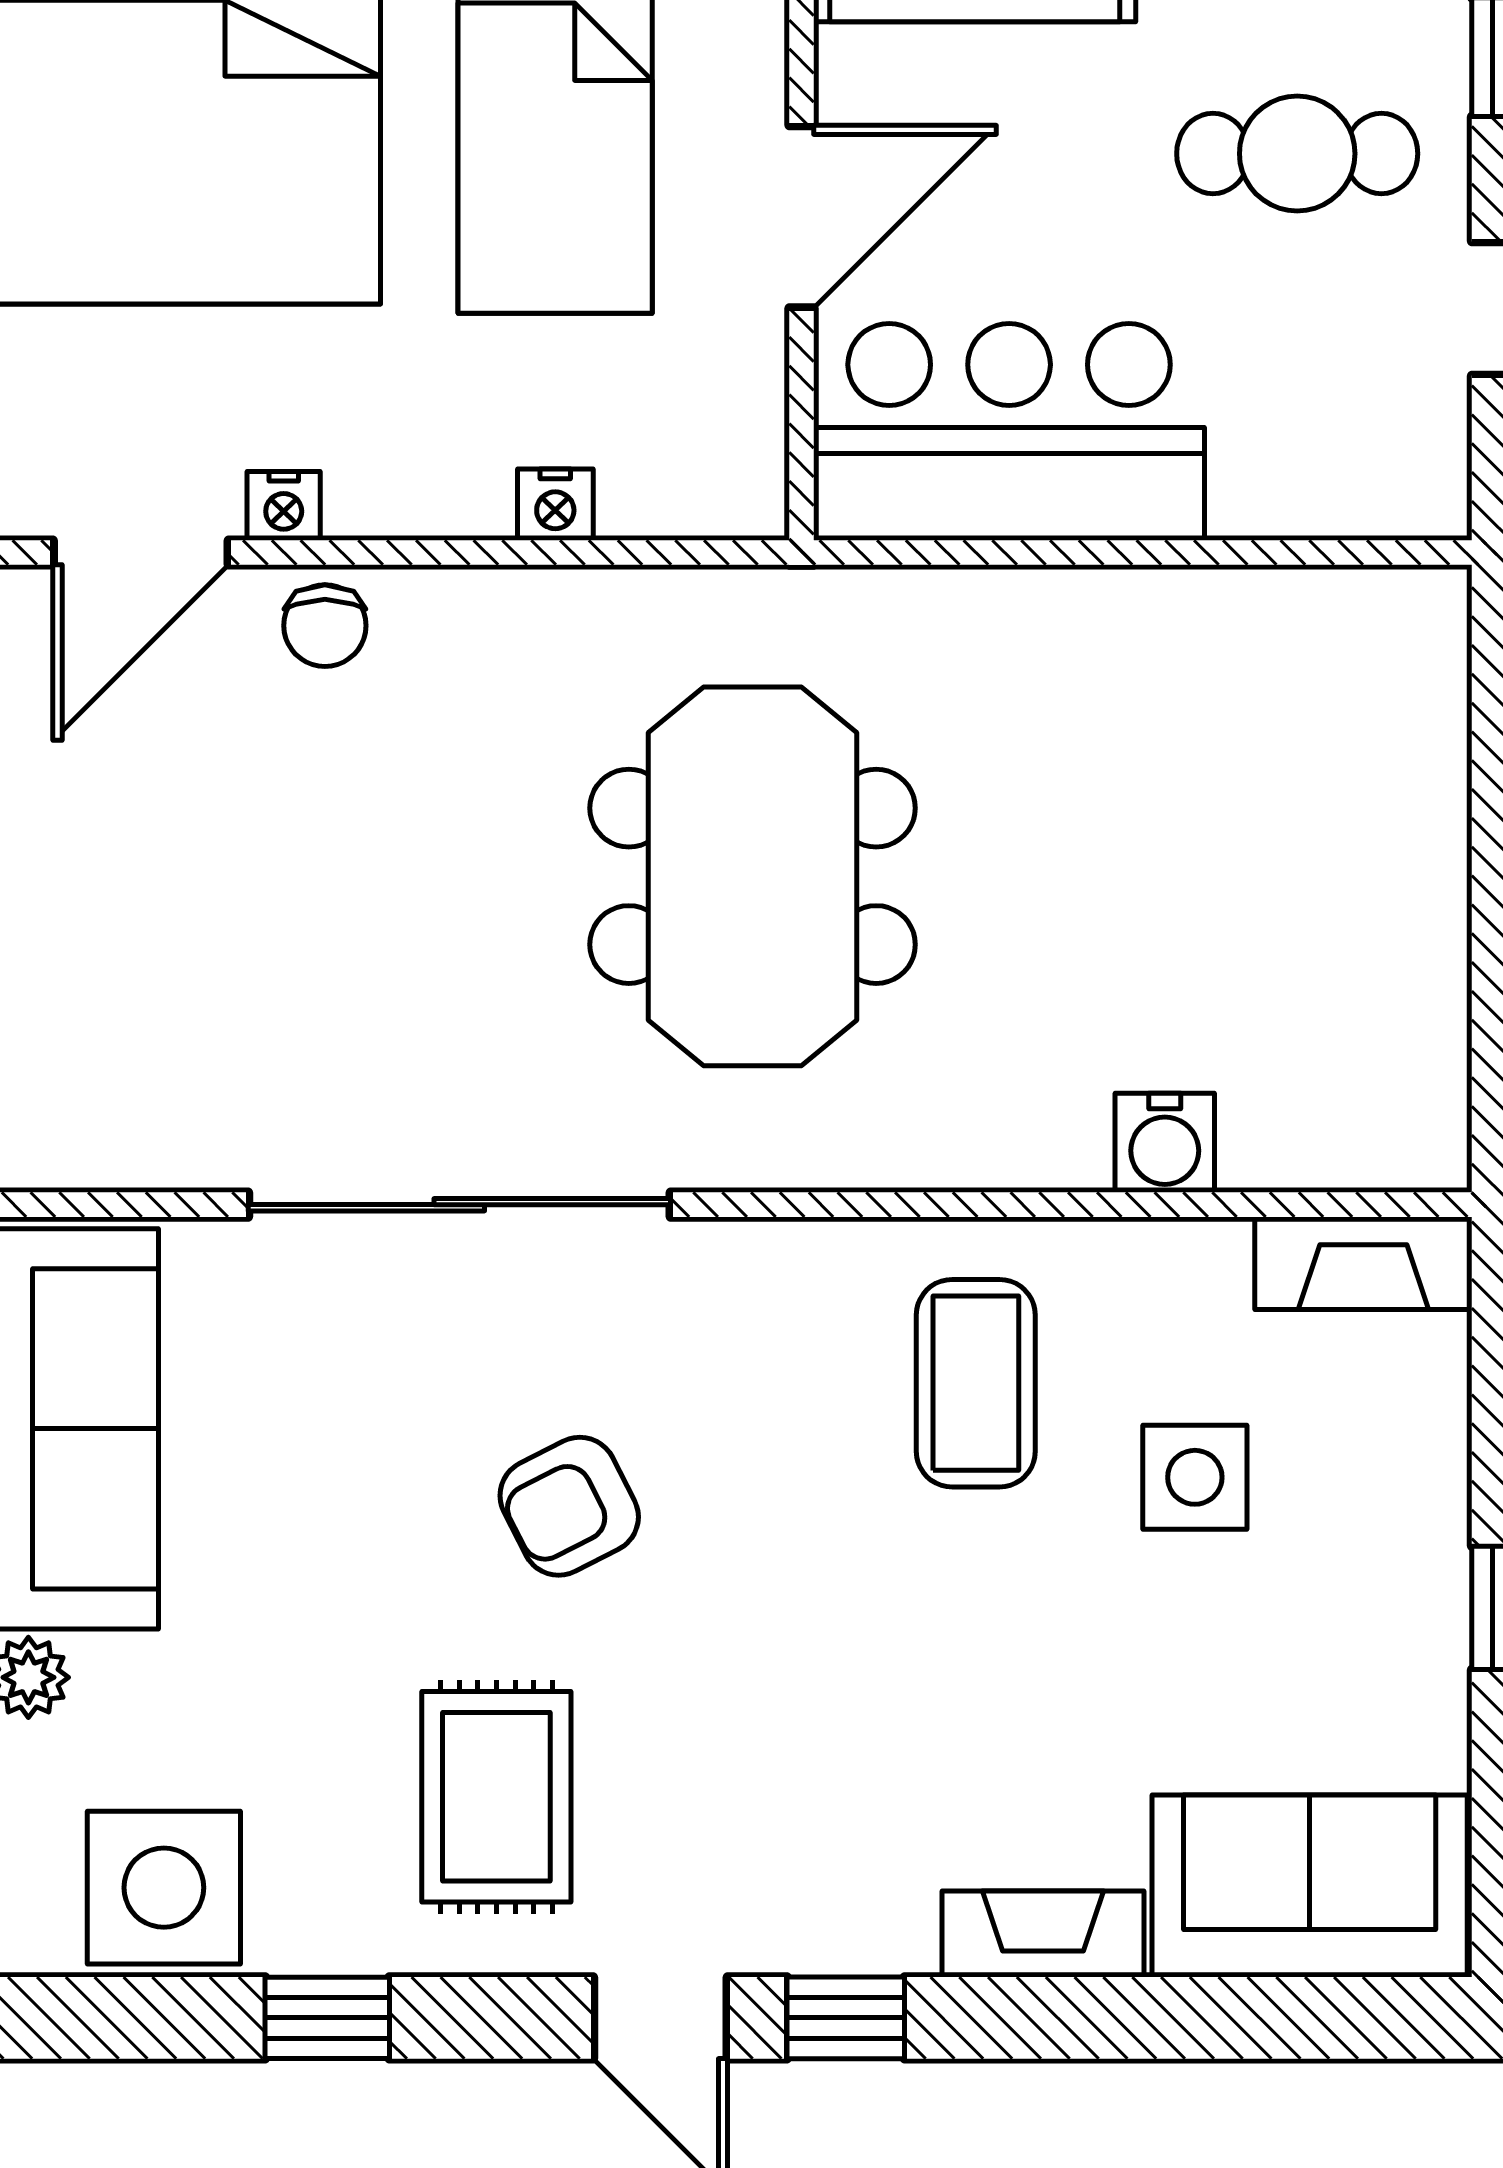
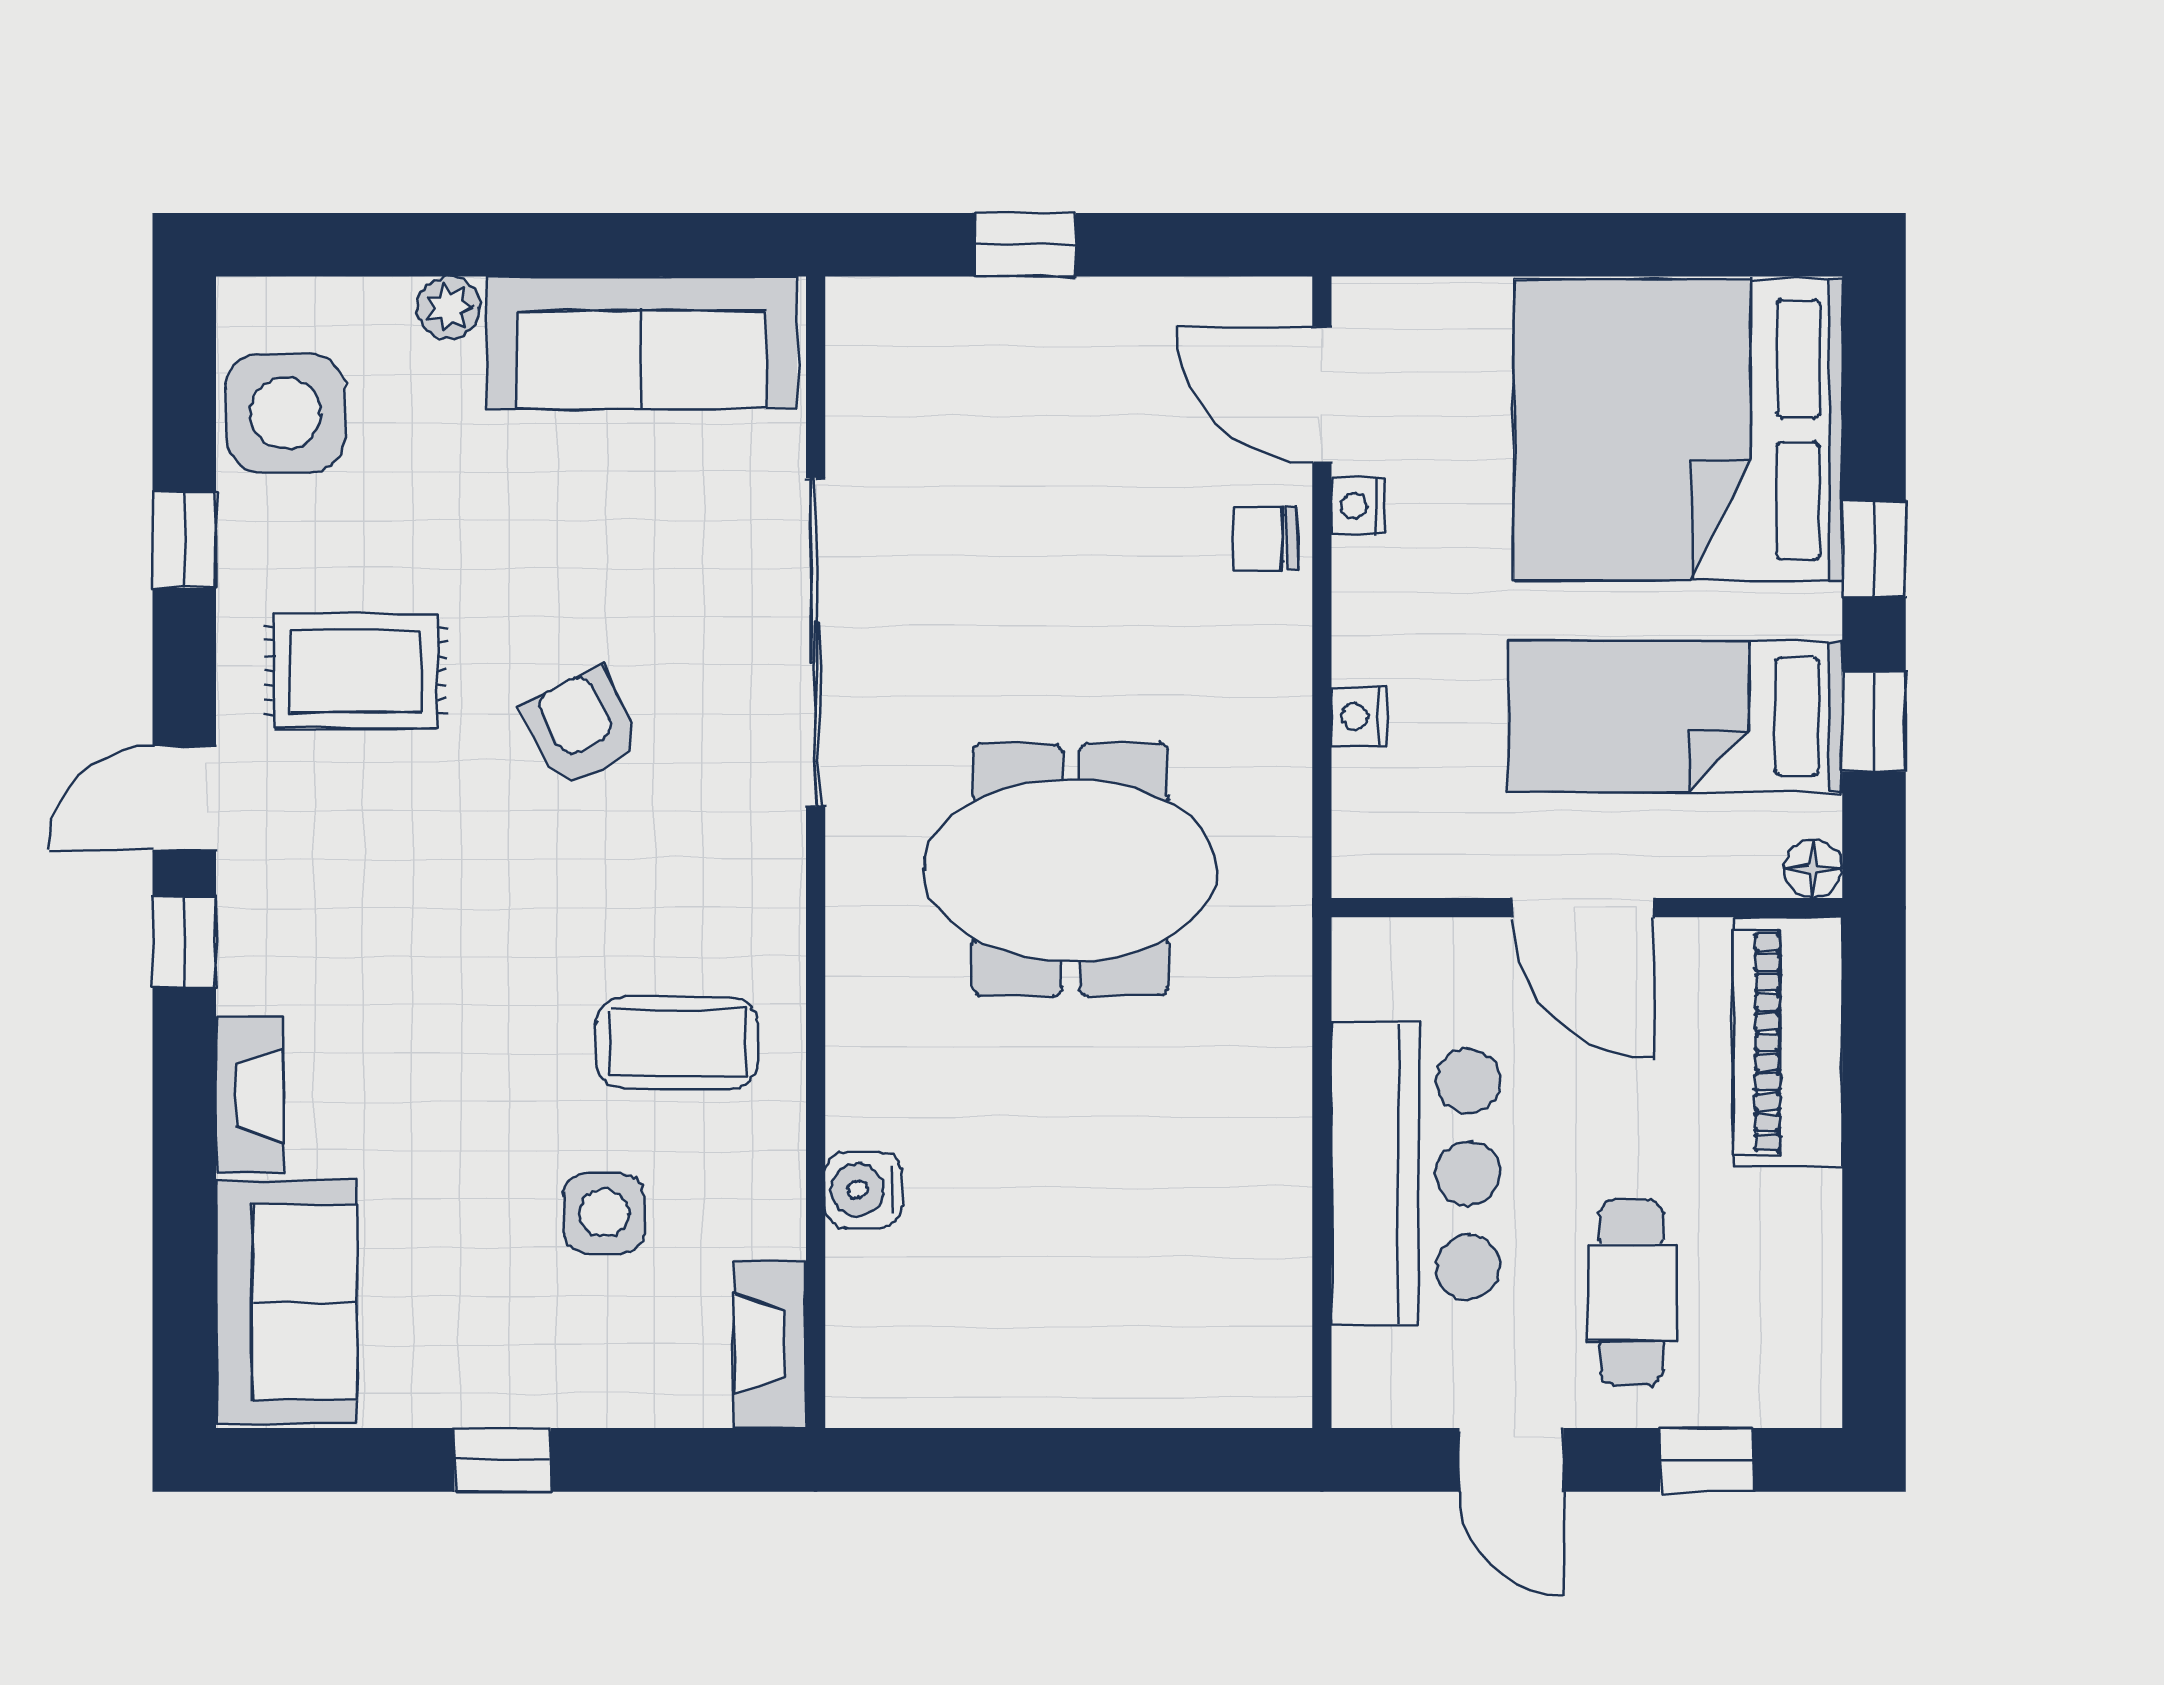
bar counter: (1009, 432) -> (1416, 1174), moved

